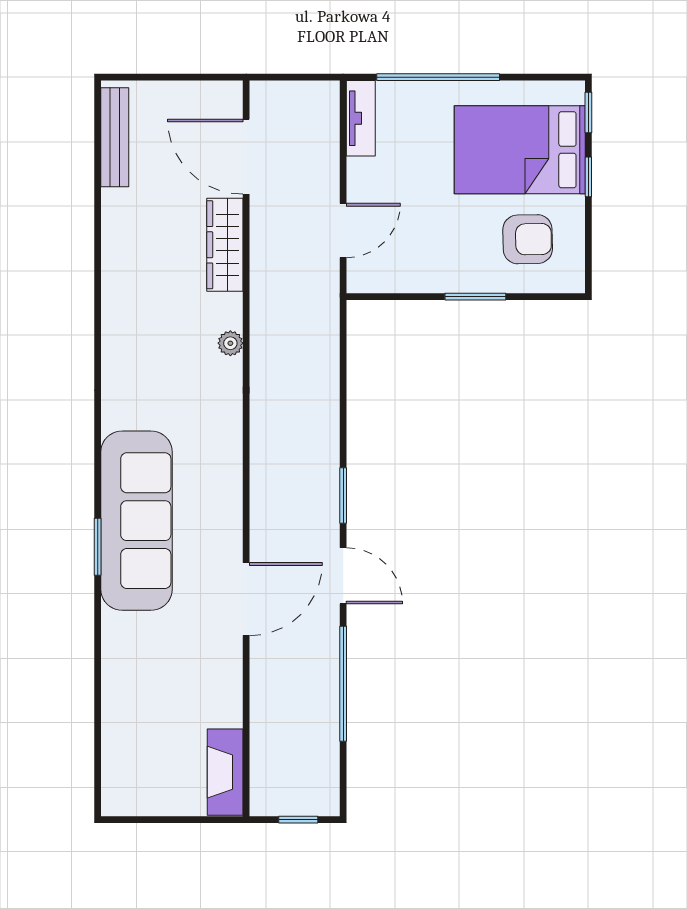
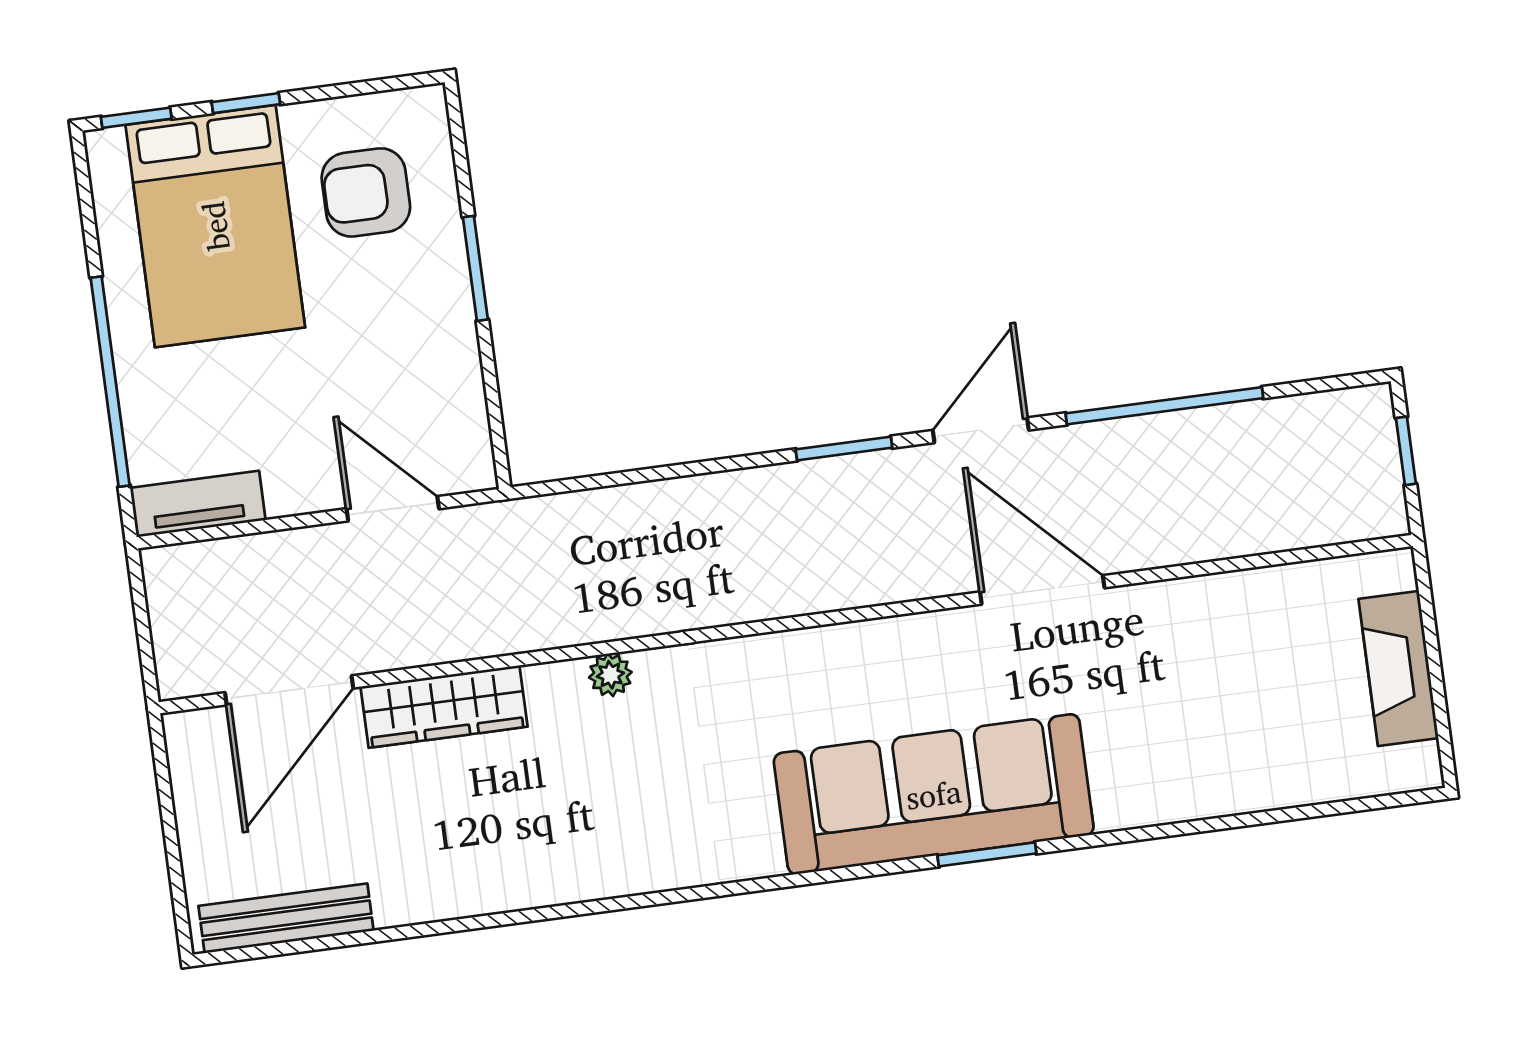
armchair: (528, 239) -> (366, 192), turned -89
fireplace: (225, 772) -> (1398, 669), moved, turned 90

